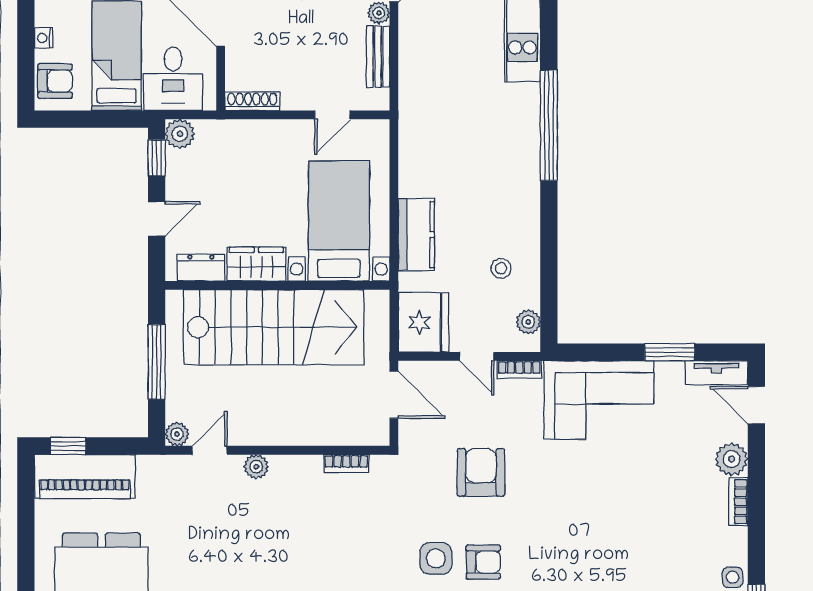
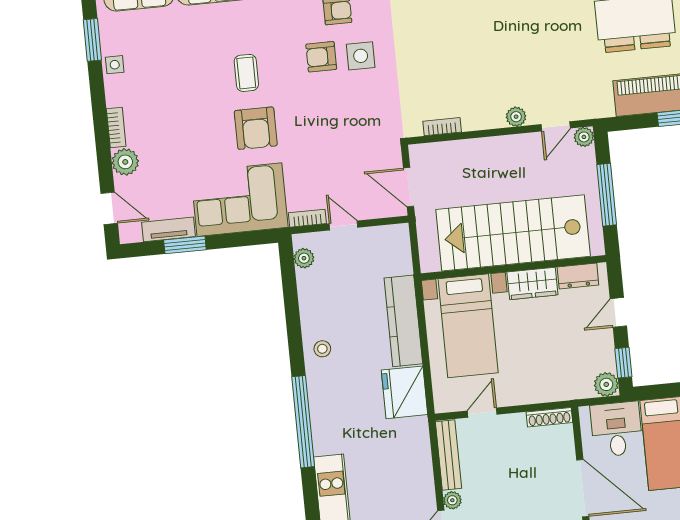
bench: (378, 57) -> (448, 455), width x1.36
kitchen counter: (416, 235) -> (403, 321), width x1.50
stool: (501, 268) -> (322, 349), moved
fridge: (423, 322) -> (404, 392), moved
tv unit: (717, 373) -> (169, 229), moved
armchair: (481, 472) -> (256, 128), moved
coffee table: (575, 552) -> (246, 73), added

